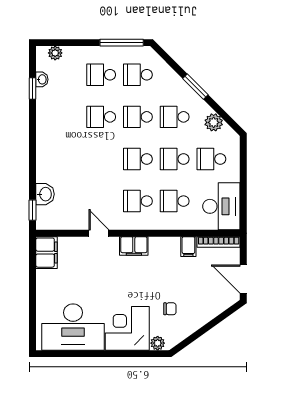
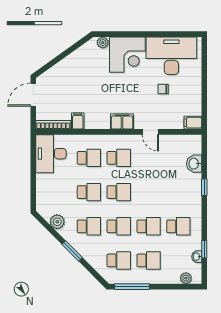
school desk: (211, 159) -> (178, 226), moved
window: (33, 210) -> (204, 187), moved
filing cabinet: (47, 253) -> (193, 123), width x0.50
door: (243, 279) -> (33, 95), swing flipped
chair: (170, 309) -> (163, 89), moved

